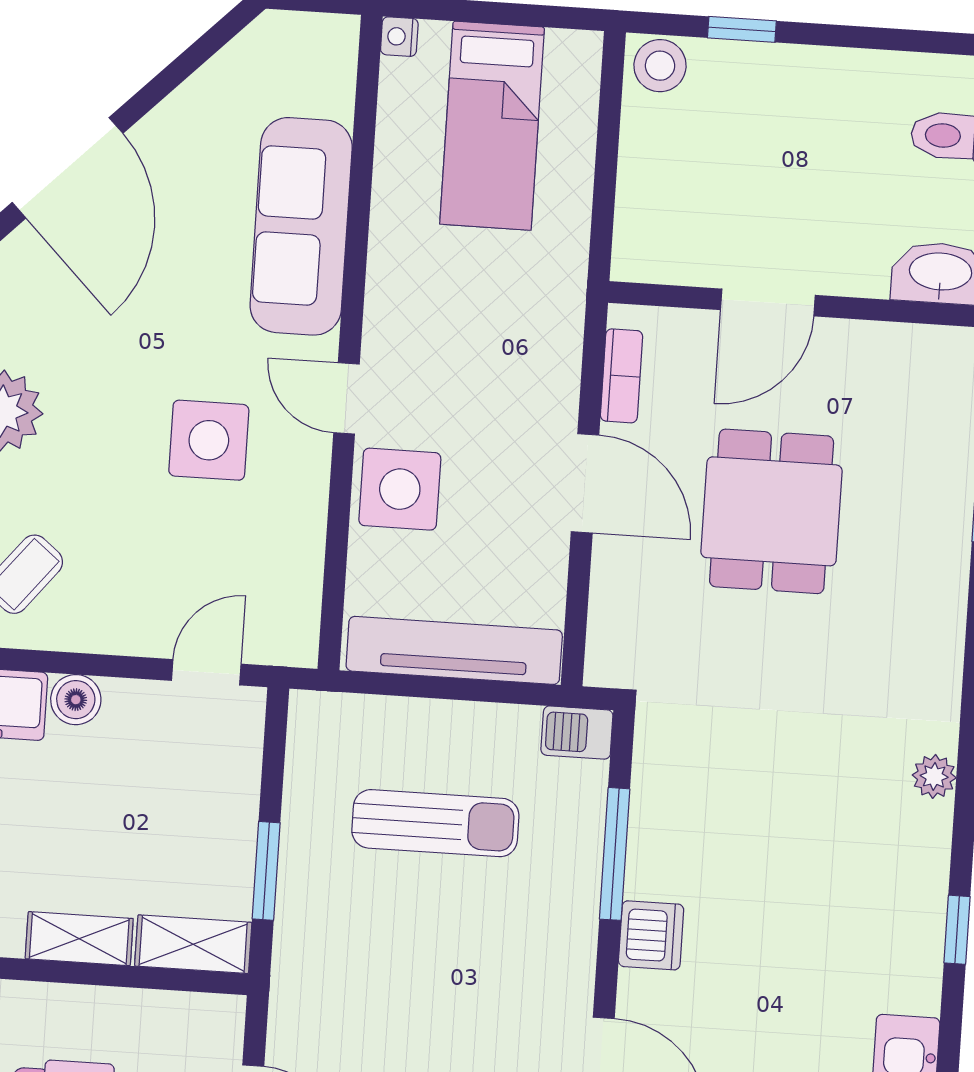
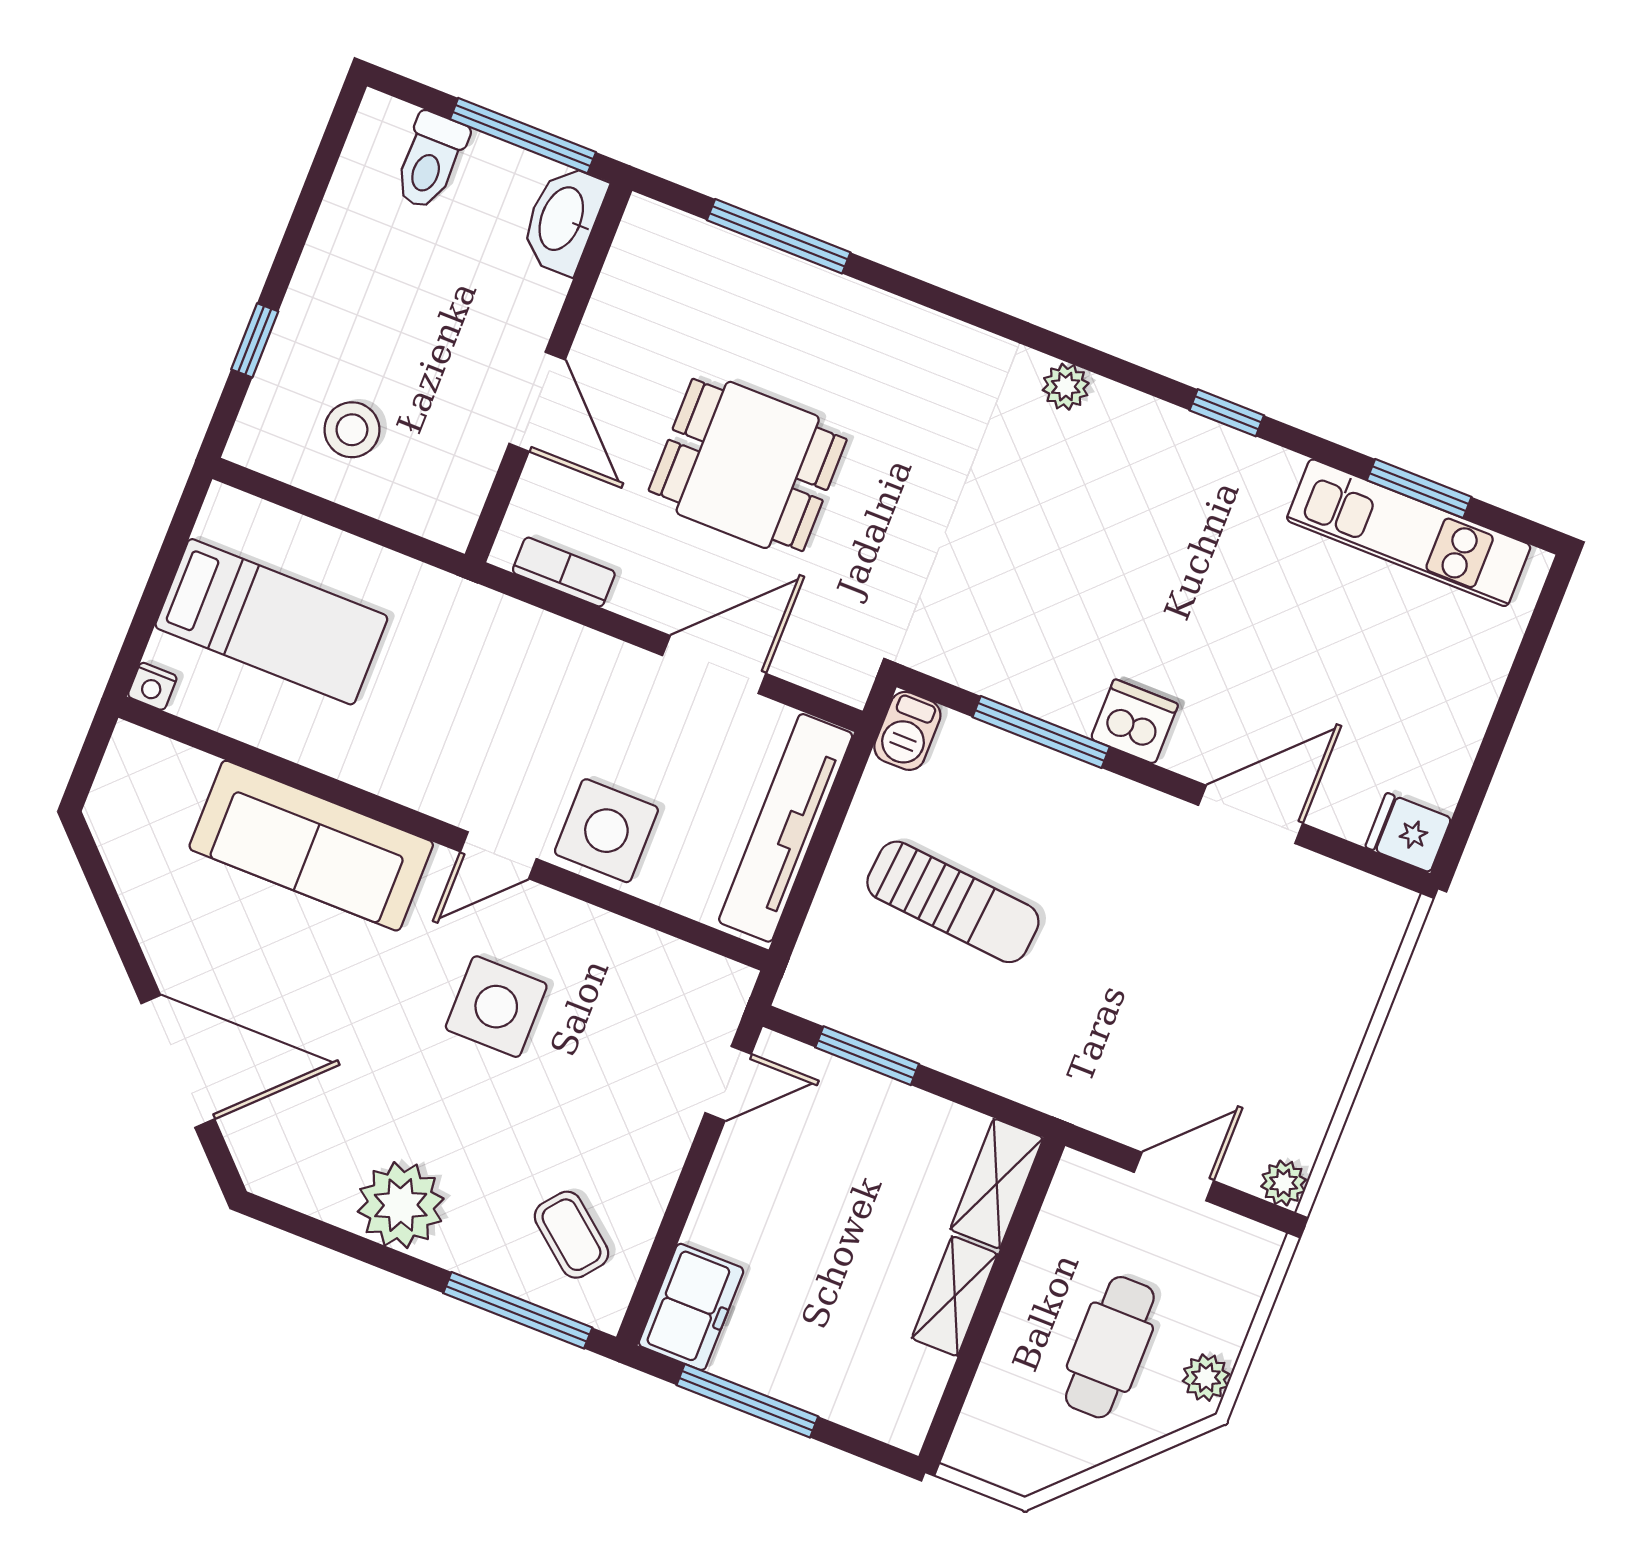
stool: (660, 66) -> (352, 430), moved
door: (585, 483) -> (714, 664), moved
door: (206, 672) -> (728, 1083), swing flipped
boiler: (76, 700) -> (714, 1223), removed
sun lounger: (435, 823) -> (953, 902), turned 95
window: (266, 871) -> (867, 1056), moved

